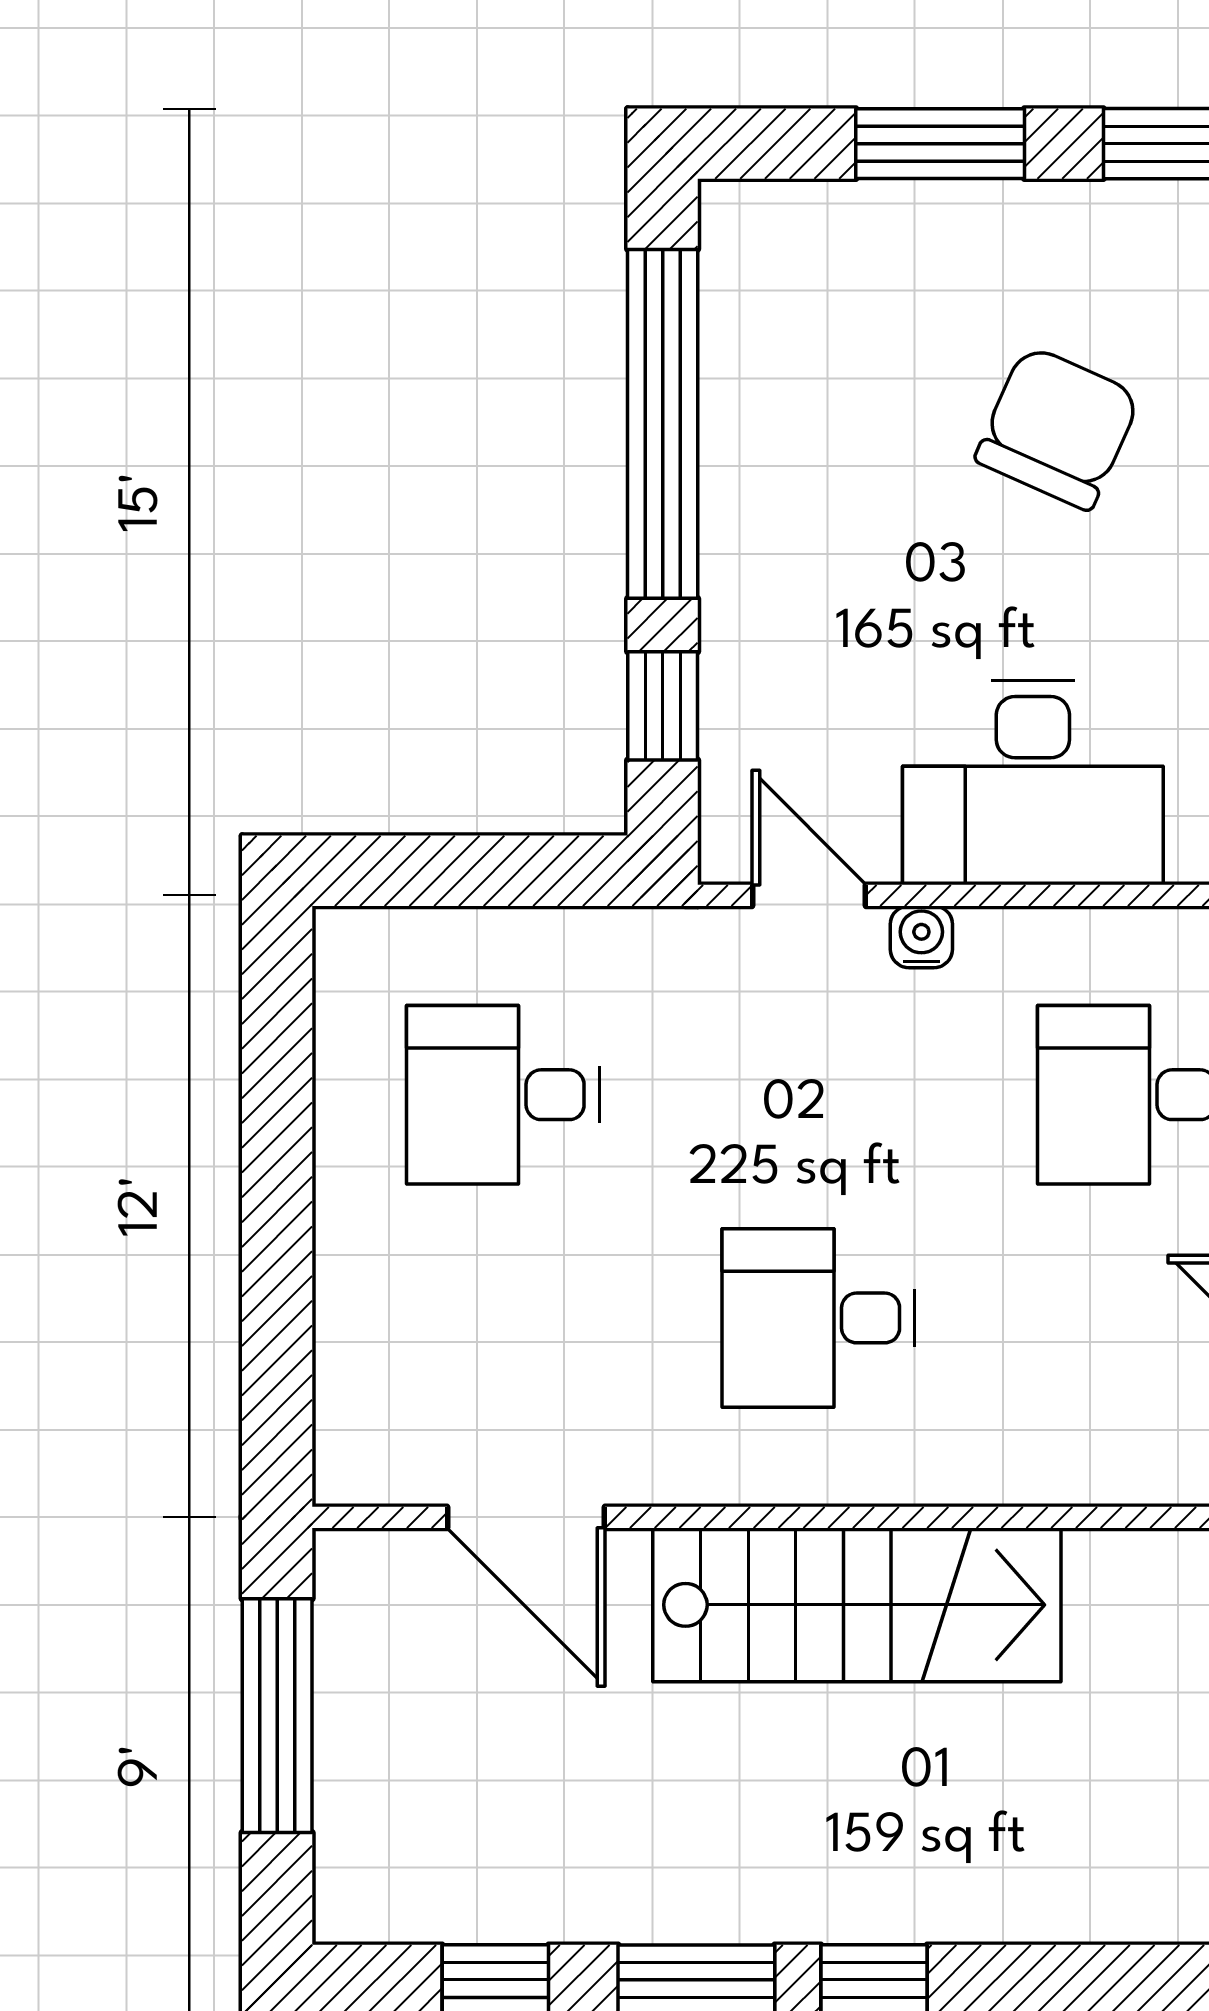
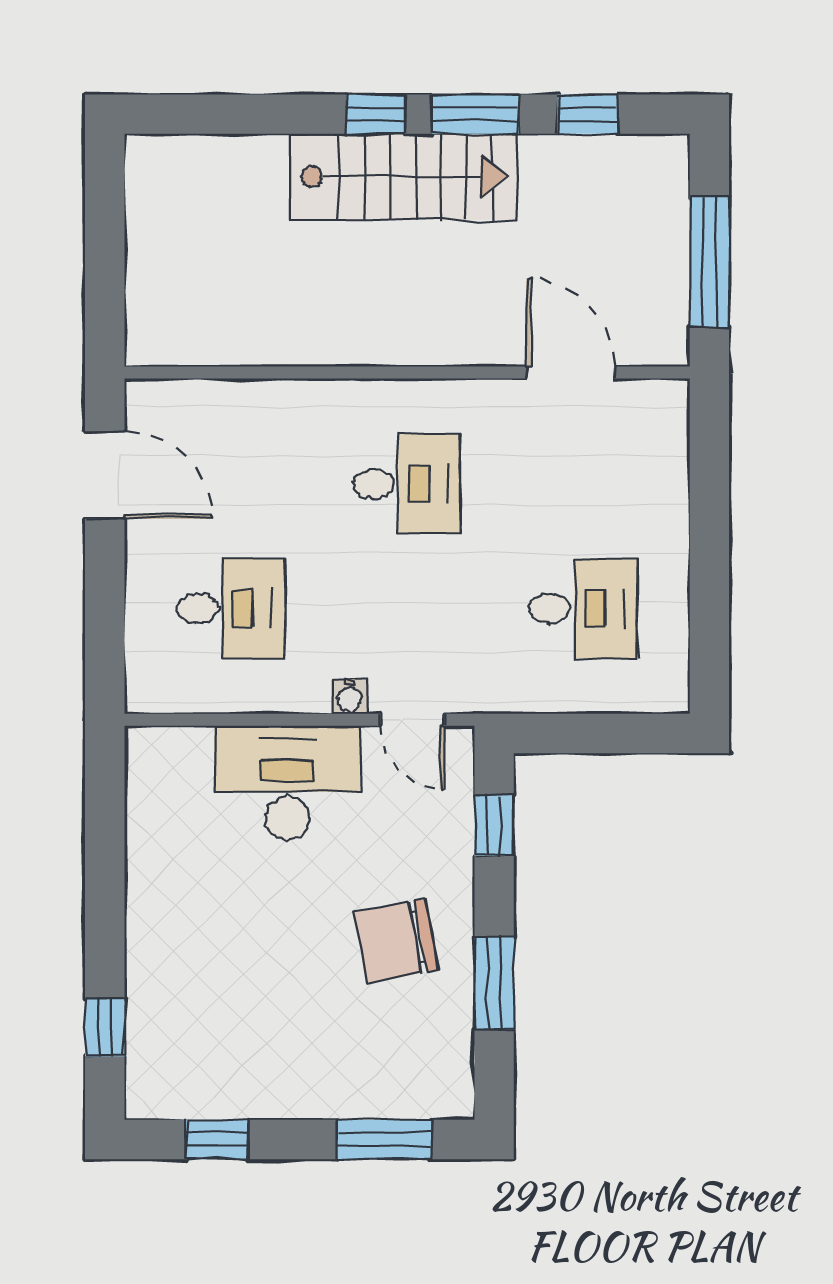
window: (940, 144) -> (384, 1140), moved
window: (663, 424) -> (494, 983), width x0.47
chair: (1058, 428) -> (396, 941), moved, turned 55
stairs: (857, 1605) -> (403, 177), moved, turned 180

